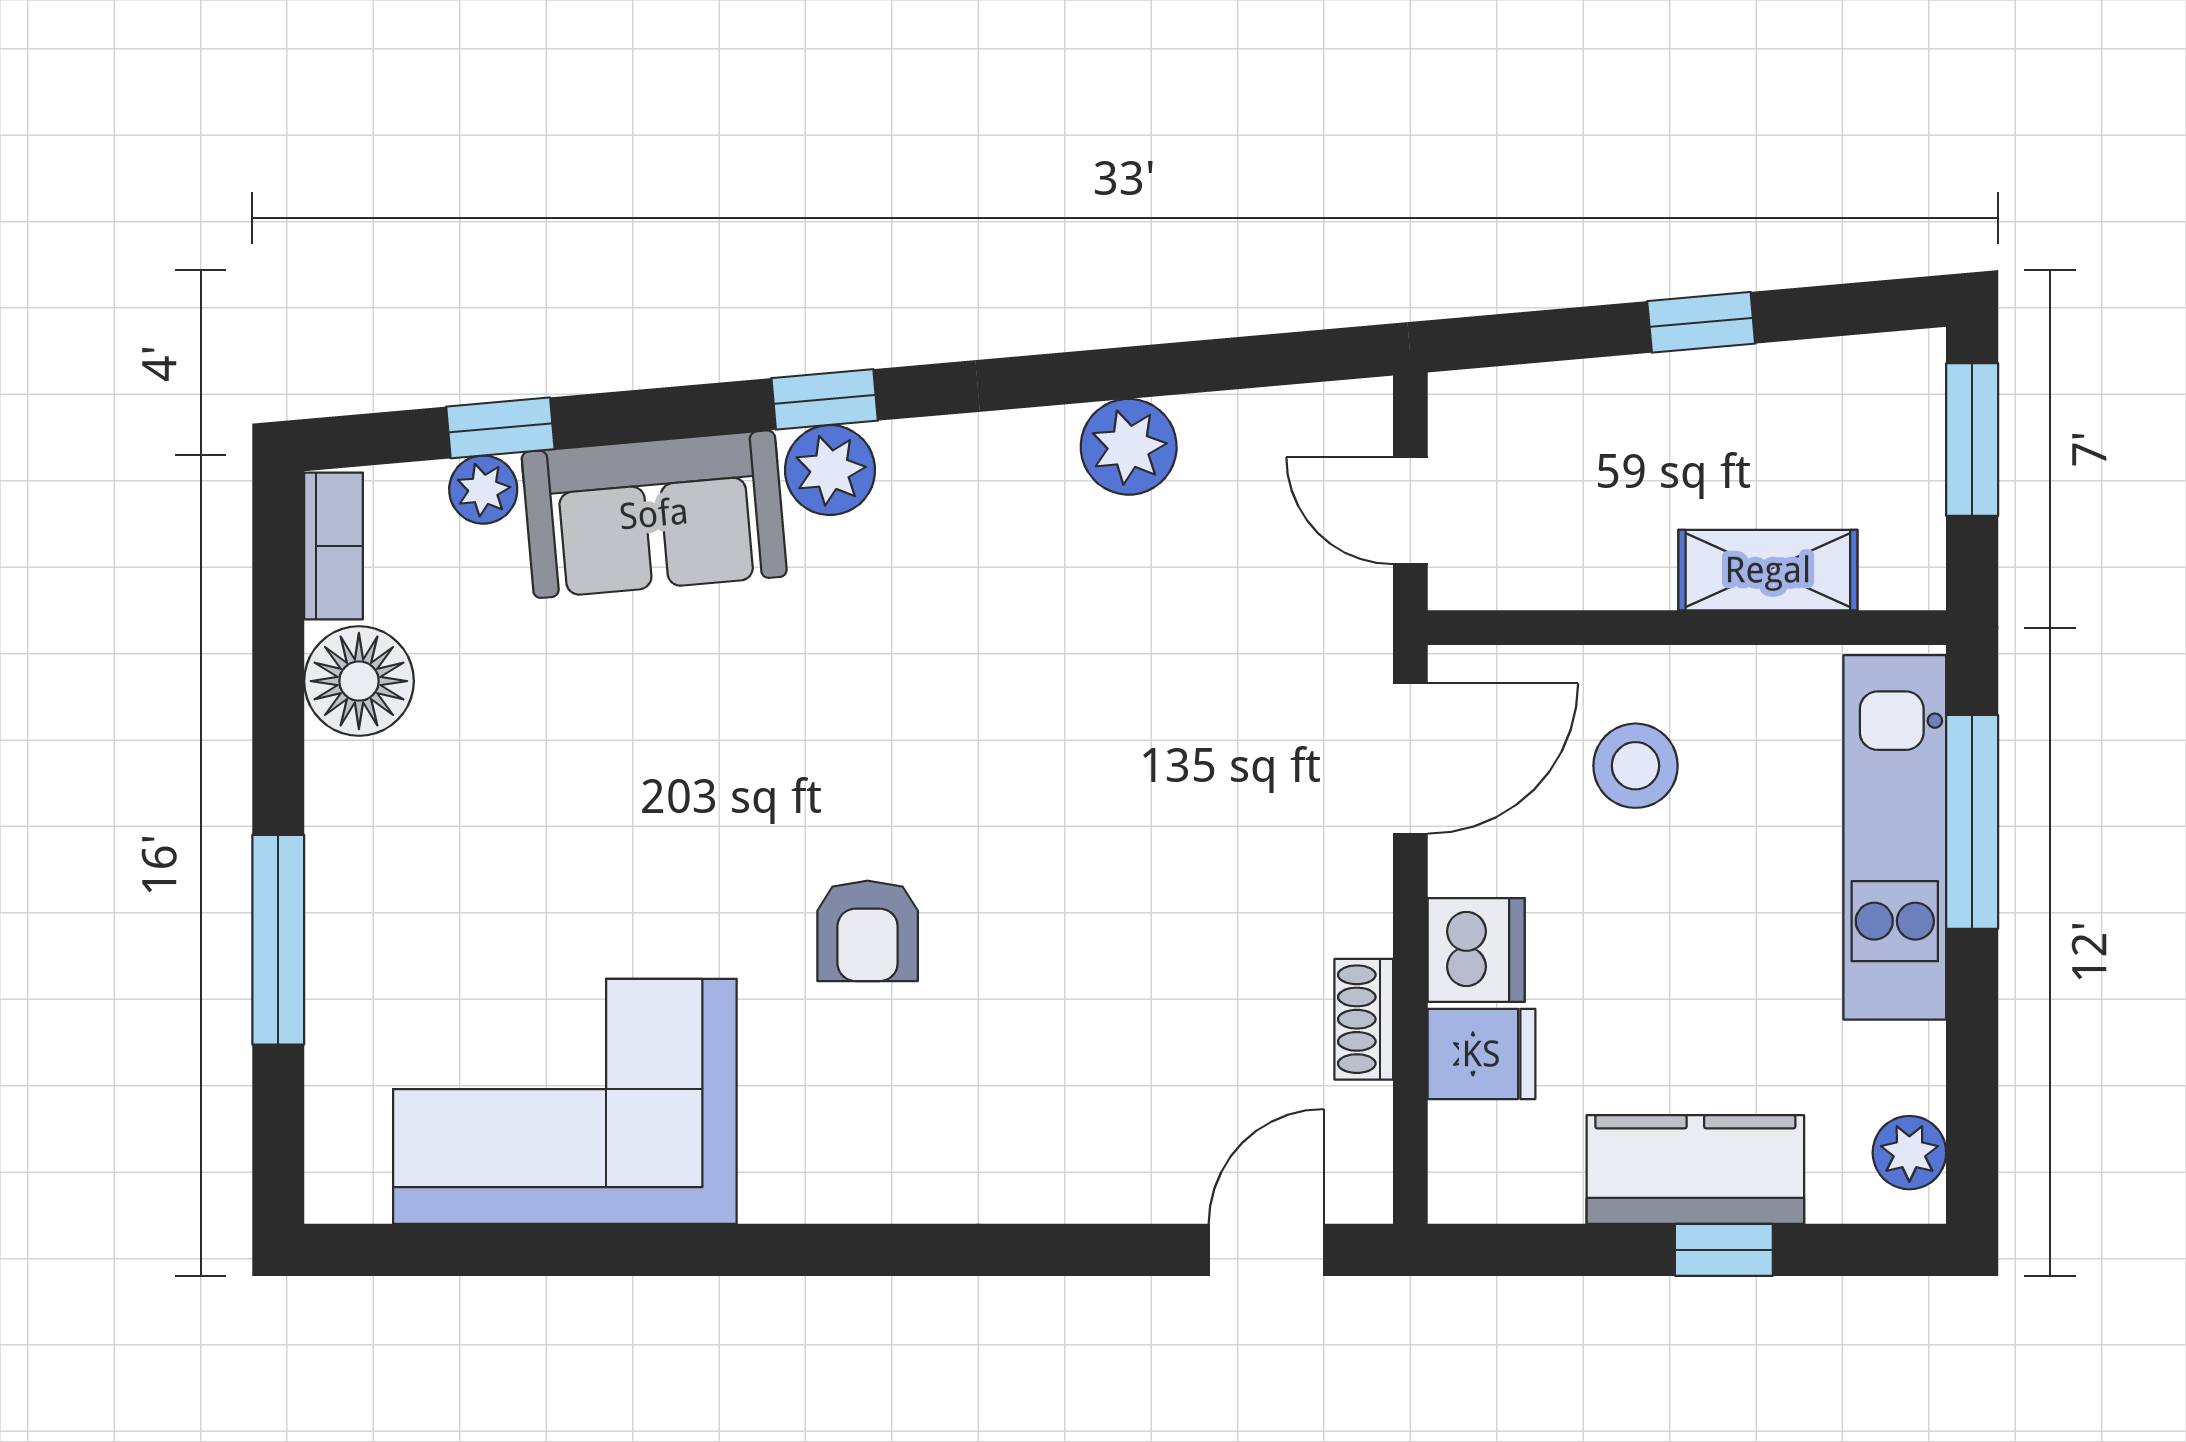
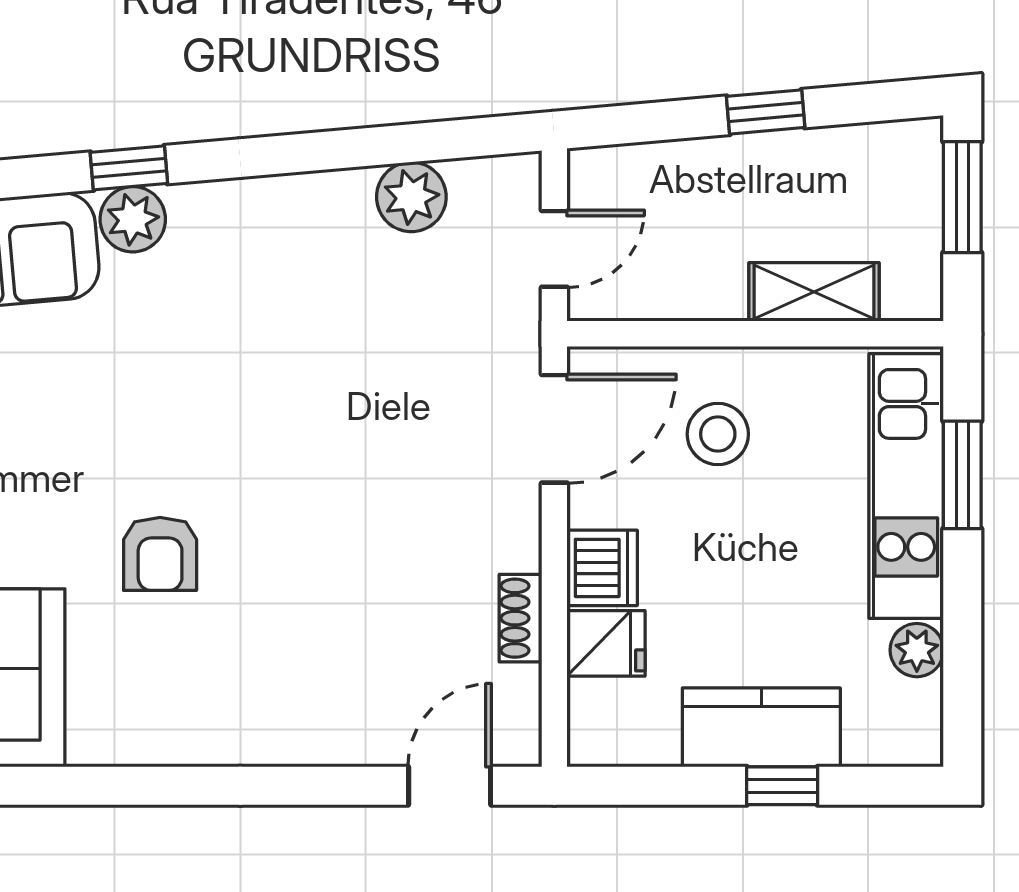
plant: (1129, 447) -> (411, 197), moved
door: (1410, 511) -> (554, 249), swing flipped
window: (1972, 822) -> (962, 475), width x0.69
plant: (1909, 1153) -> (917, 650), moved

